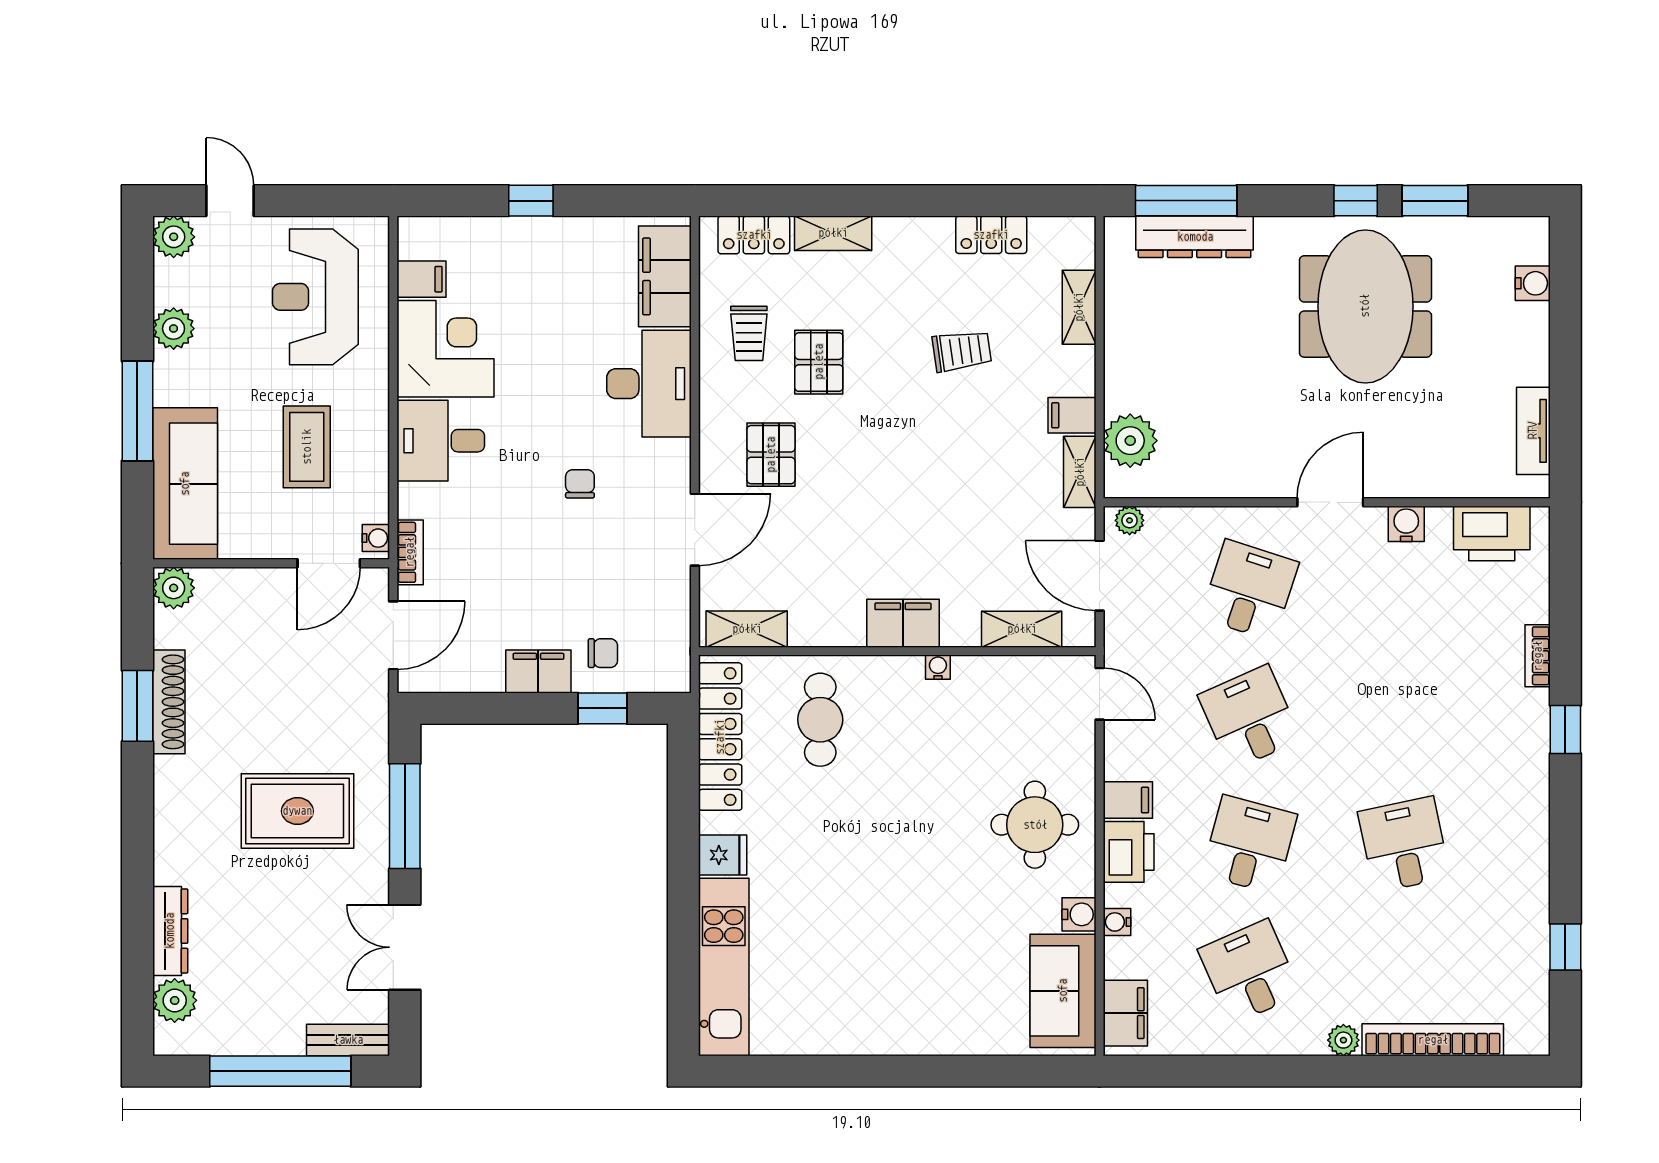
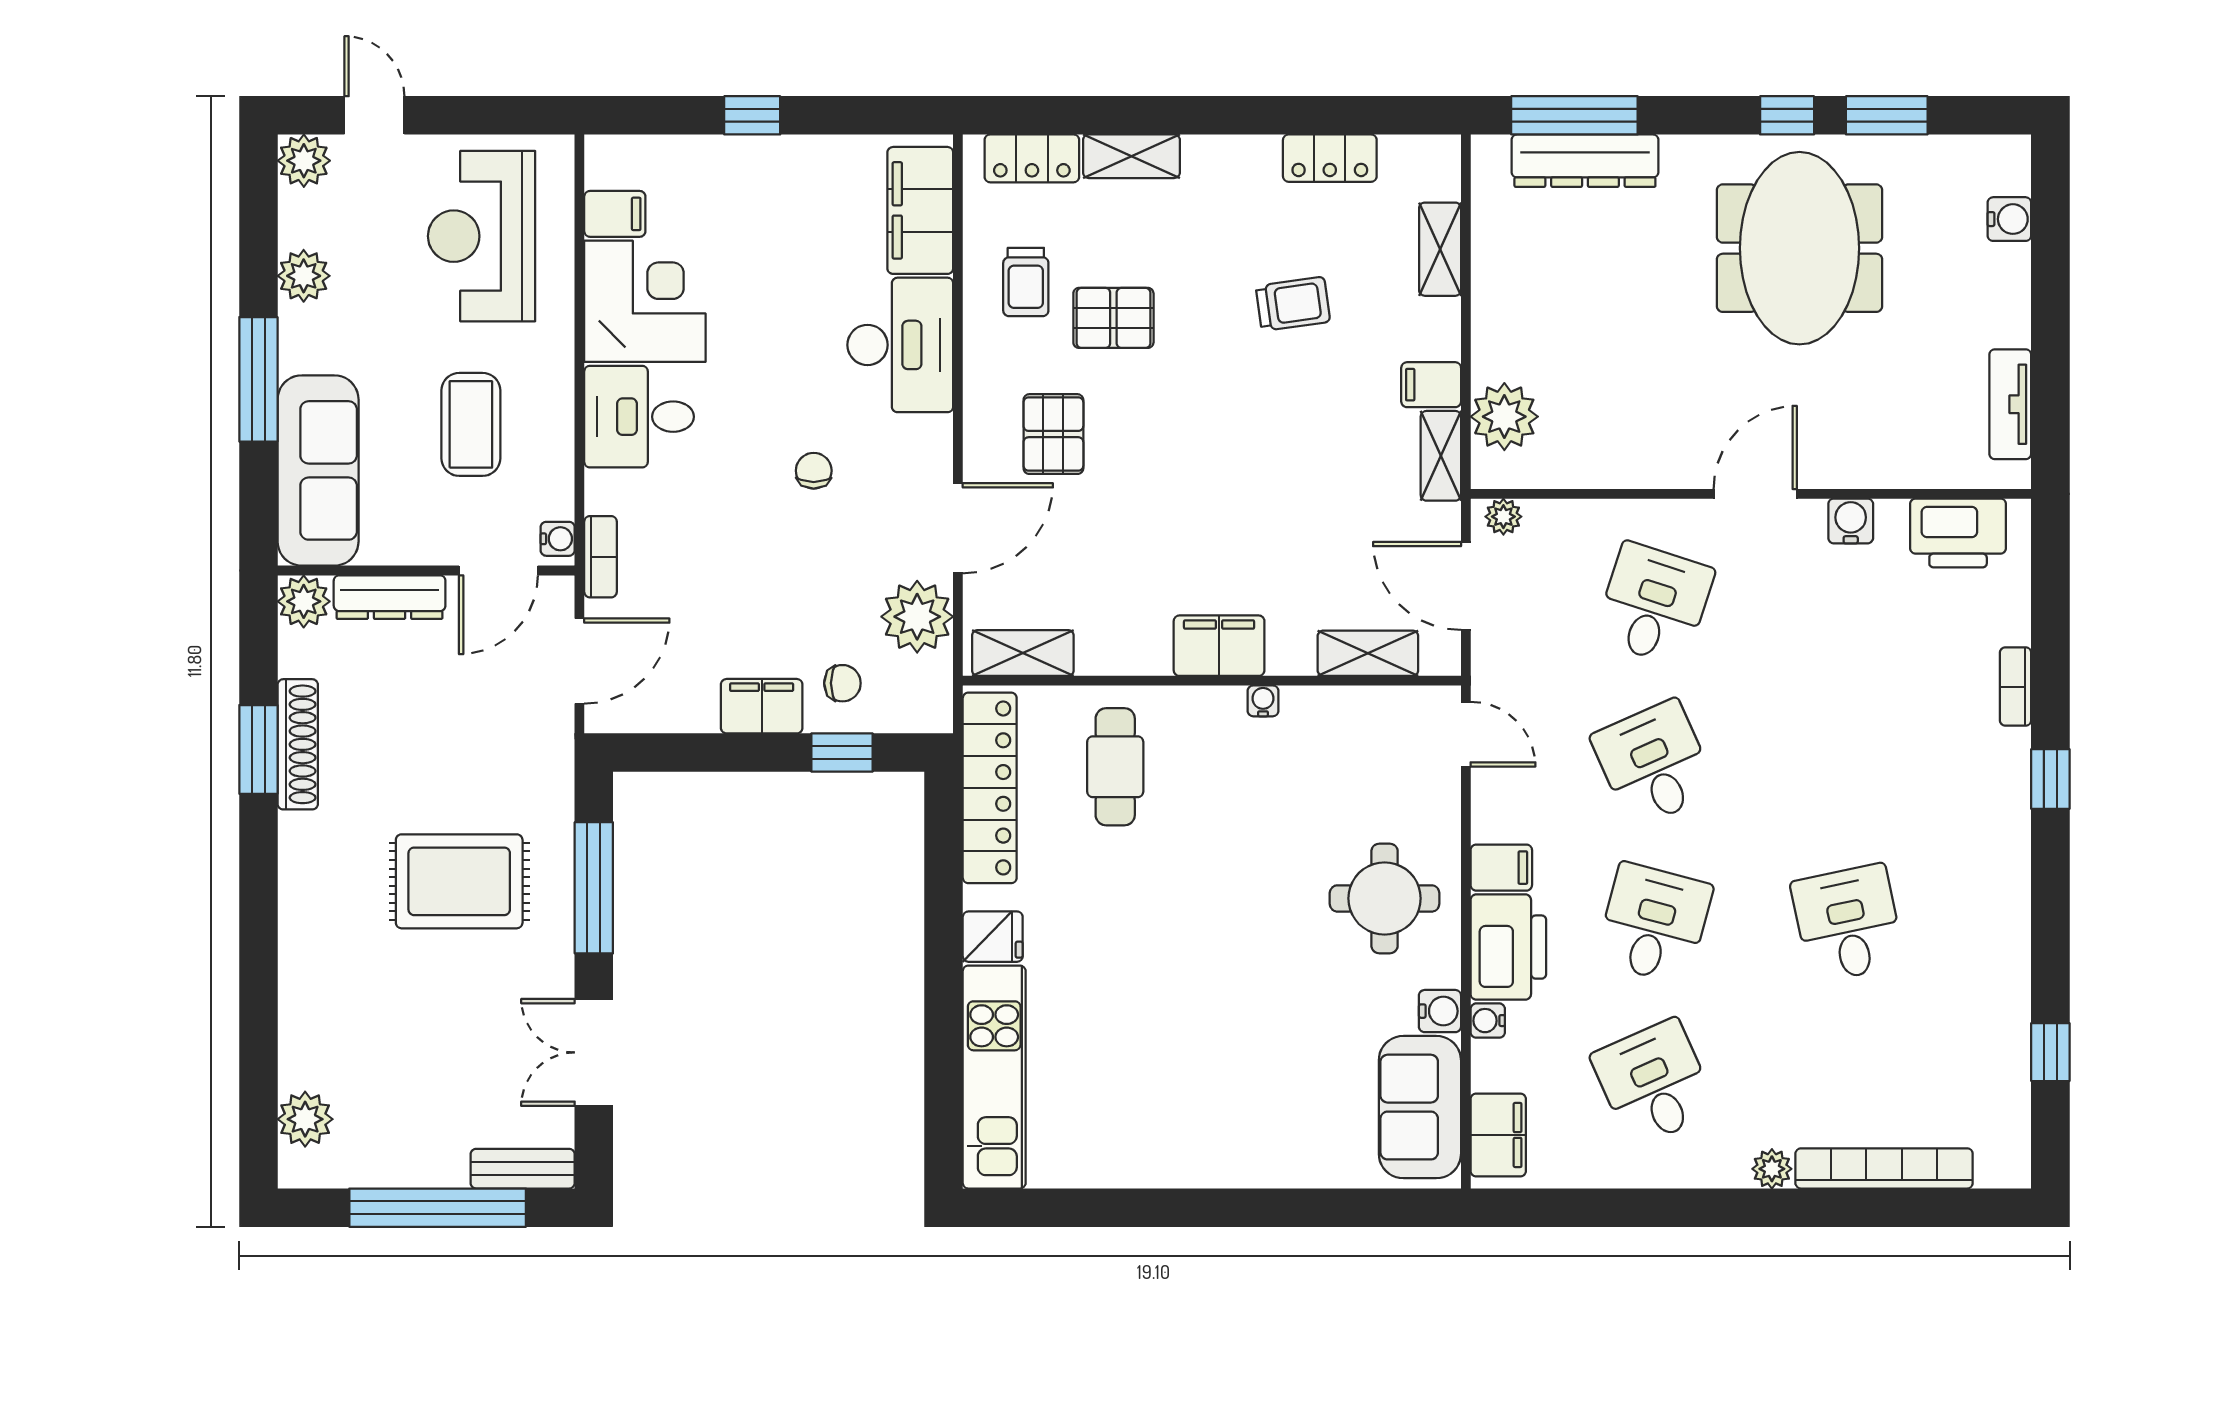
pallet: (819, 362) -> (1113, 318), turned 90
plant: (662, 600) -> (917, 617), added
printer: (1129, 852) -> (1508, 947), width x1.37, depth x1.19
dresser: (170, 931) -> (390, 597), moved, turned 90

